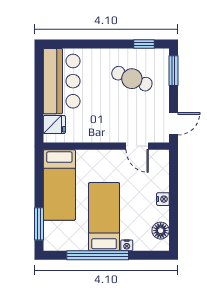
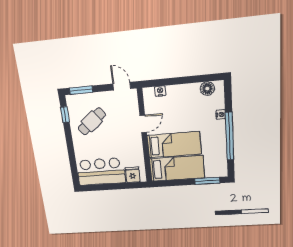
cafe table: (132, 79) -> (92, 121), turned 30
door: (137, 146) -> (143, 124), moved
nightstand: (163, 199) -> (160, 91), moved
bed: (104, 217) -> (174, 145), moved, turned 180

